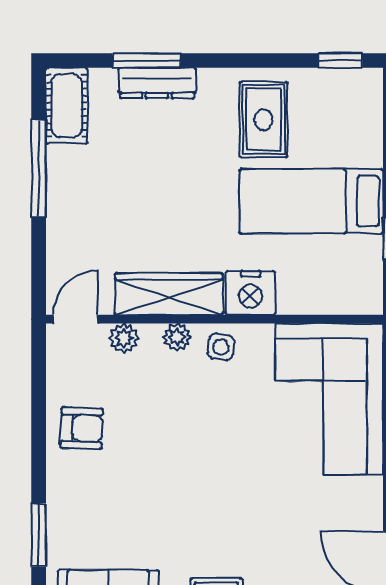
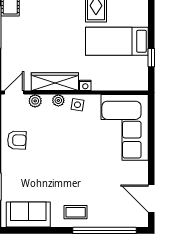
nightstand: (251, 293) -> (85, 85), width x0.53, depth x0.56

